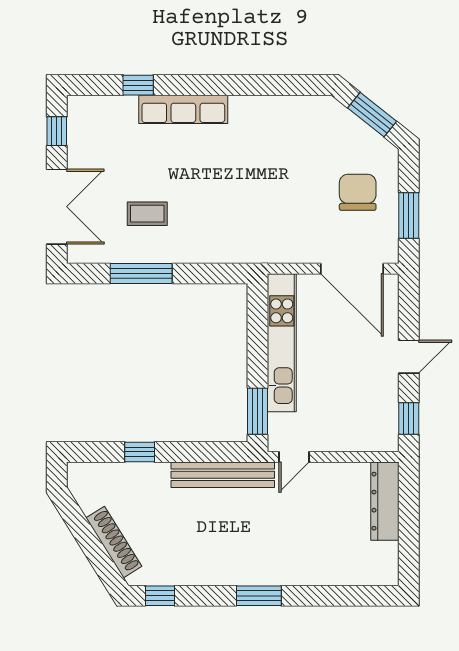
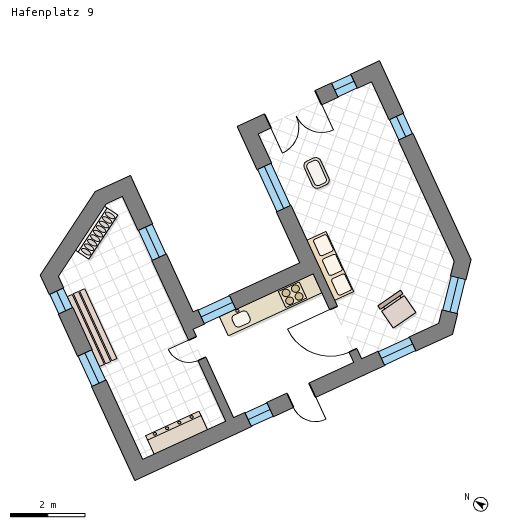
row of seats: (183, 109) -> (330, 266), moved, turned 180
chair: (358, 192) -> (397, 309), turned 80
door: (352, 269) -> (343, 329), hinge flipped
window: (140, 452) -> (152, 242), width x1.50
bench: (223, 475) -> (92, 328), moved
dresser: (385, 501) -> (177, 433), moved
shoe rack: (114, 542) -> (96, 233), moved

